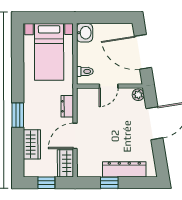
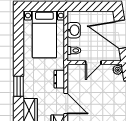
washbasin: (85, 33) -> (74, 30), moved
door: (75, 136) -> (66, 103), swing flipped

